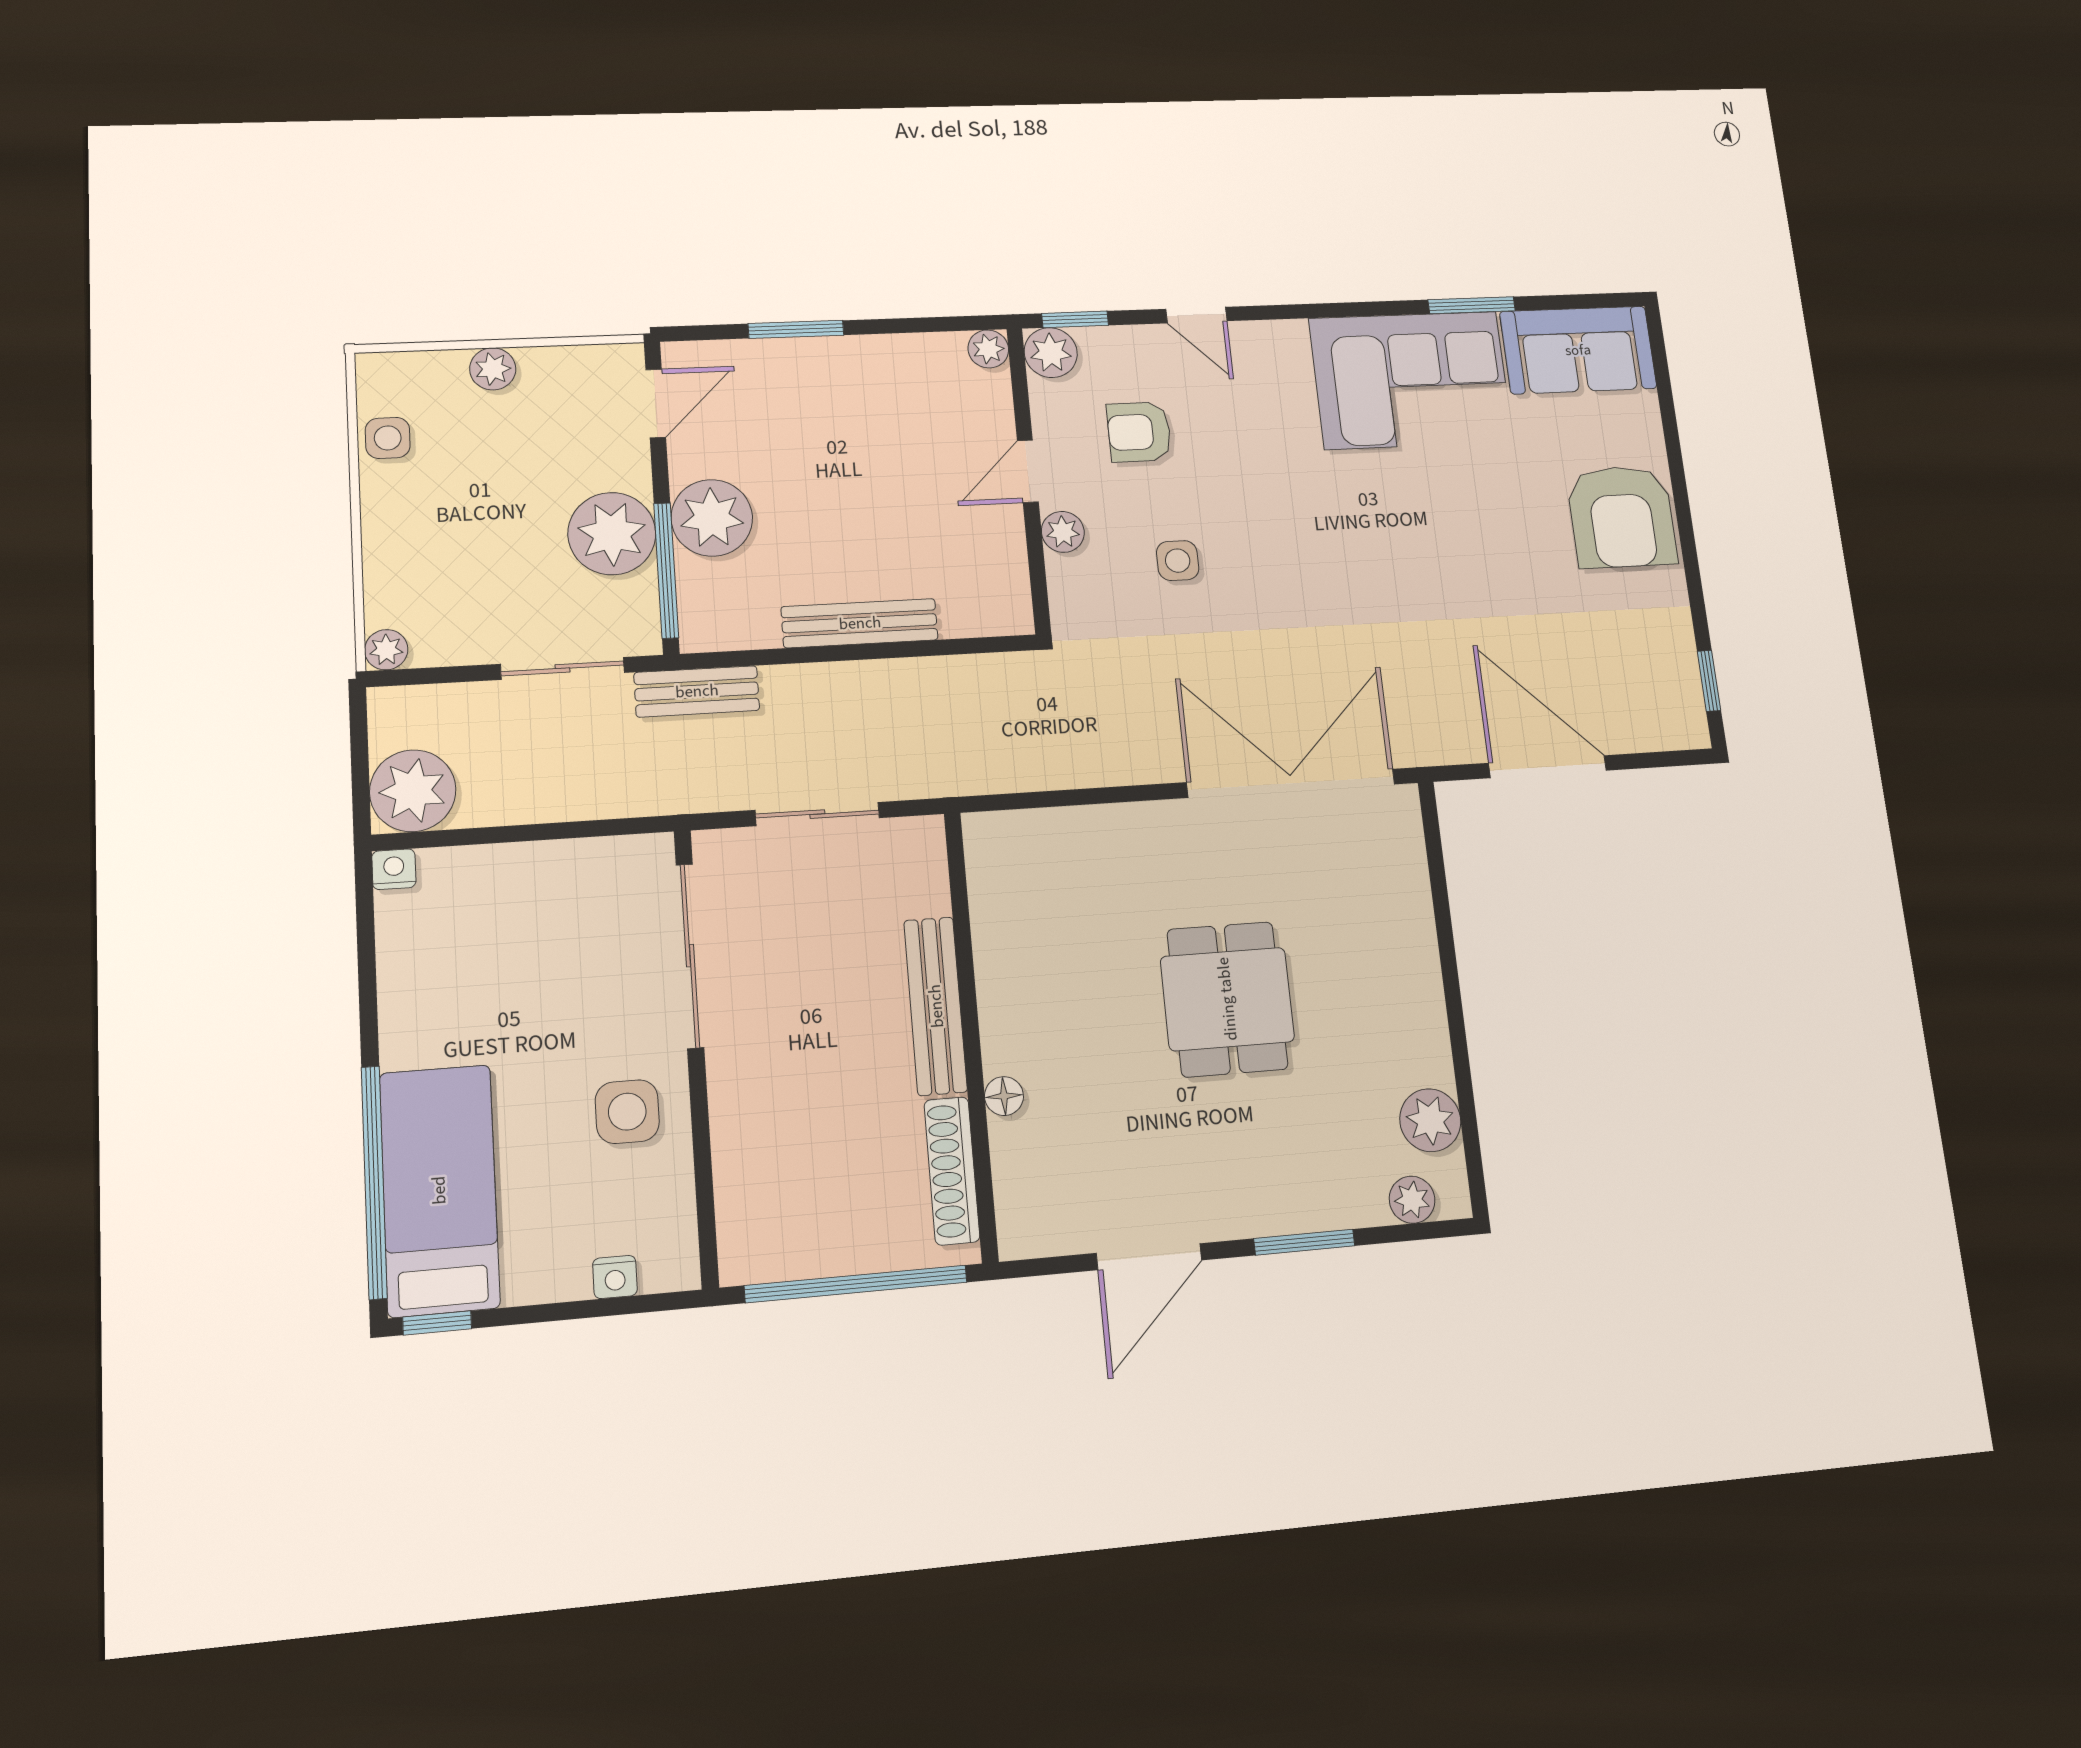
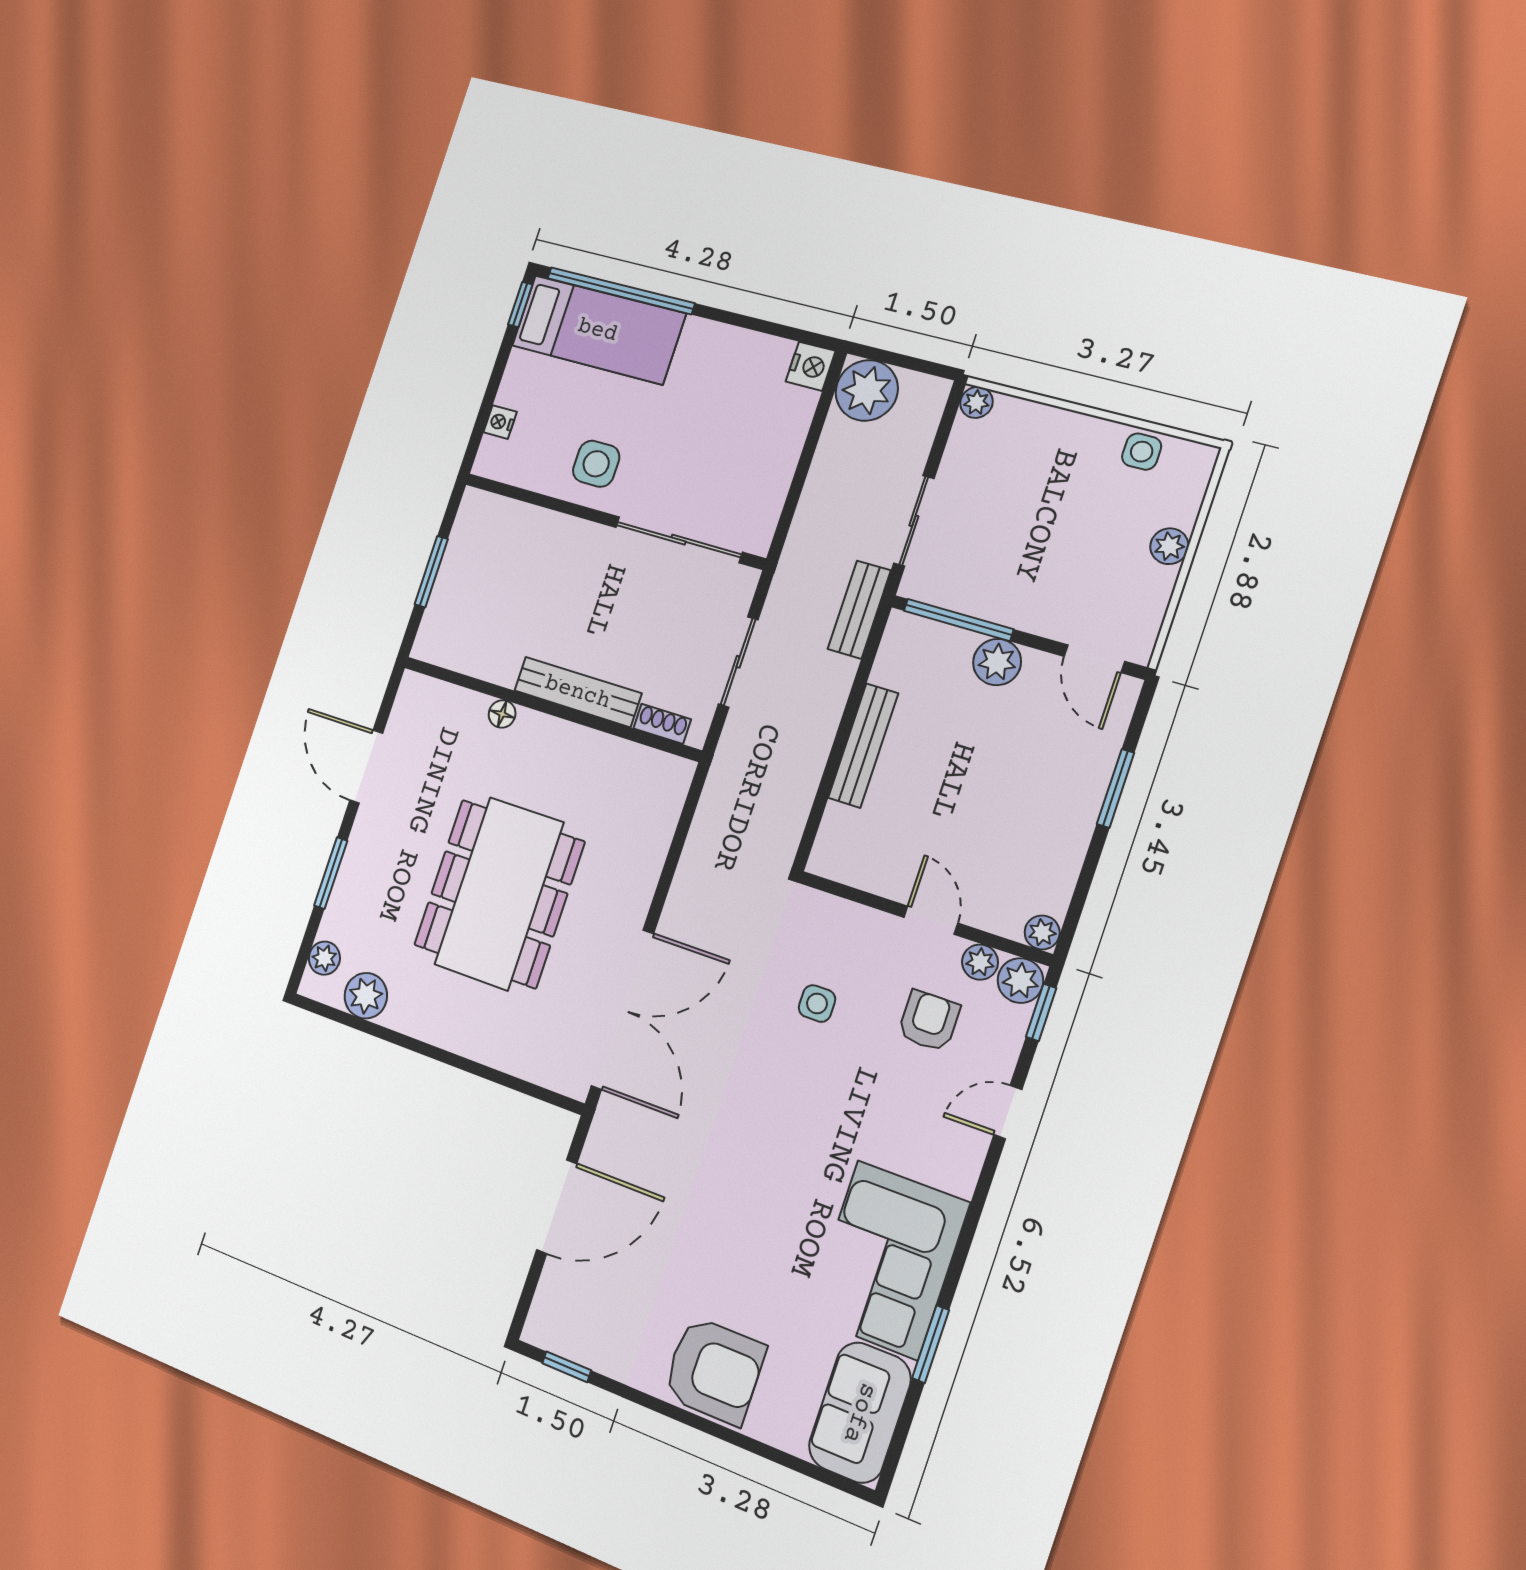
armchair: (1622, 517) -> (714, 1370), turned 180
plant: (712, 518) -> (997, 662), width x0.73, depth x0.73
plant: (1063, 532) -> (980, 962), moved
plant: (612, 534) -> (1002, 590), removed
nightstand: (394, 869) -> (811, 366), width x1.39, depth x1.35
dining table: (1227, 999) -> (499, 894), width x1.88, depth x1.24
shoe rack: (952, 1171) -> (662, 724), moved, width x0.51, depth x0.81
window: (856, 1284) -> (431, 572), width x0.47

